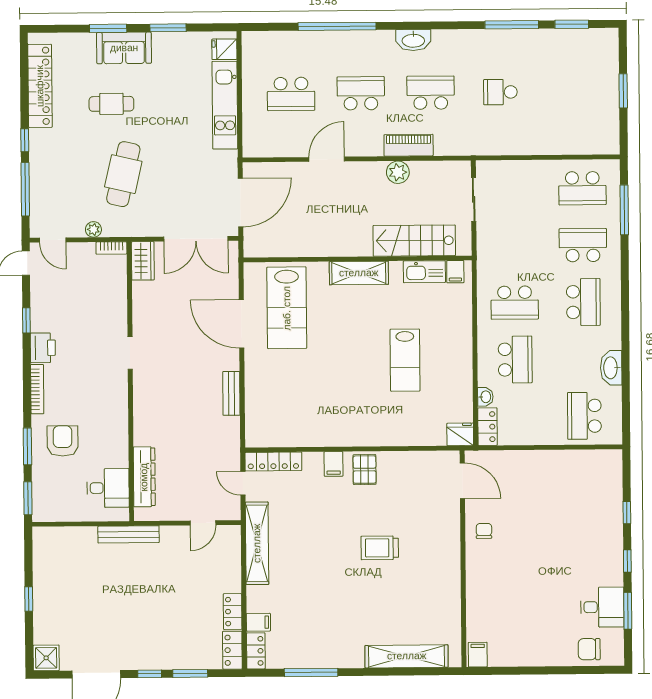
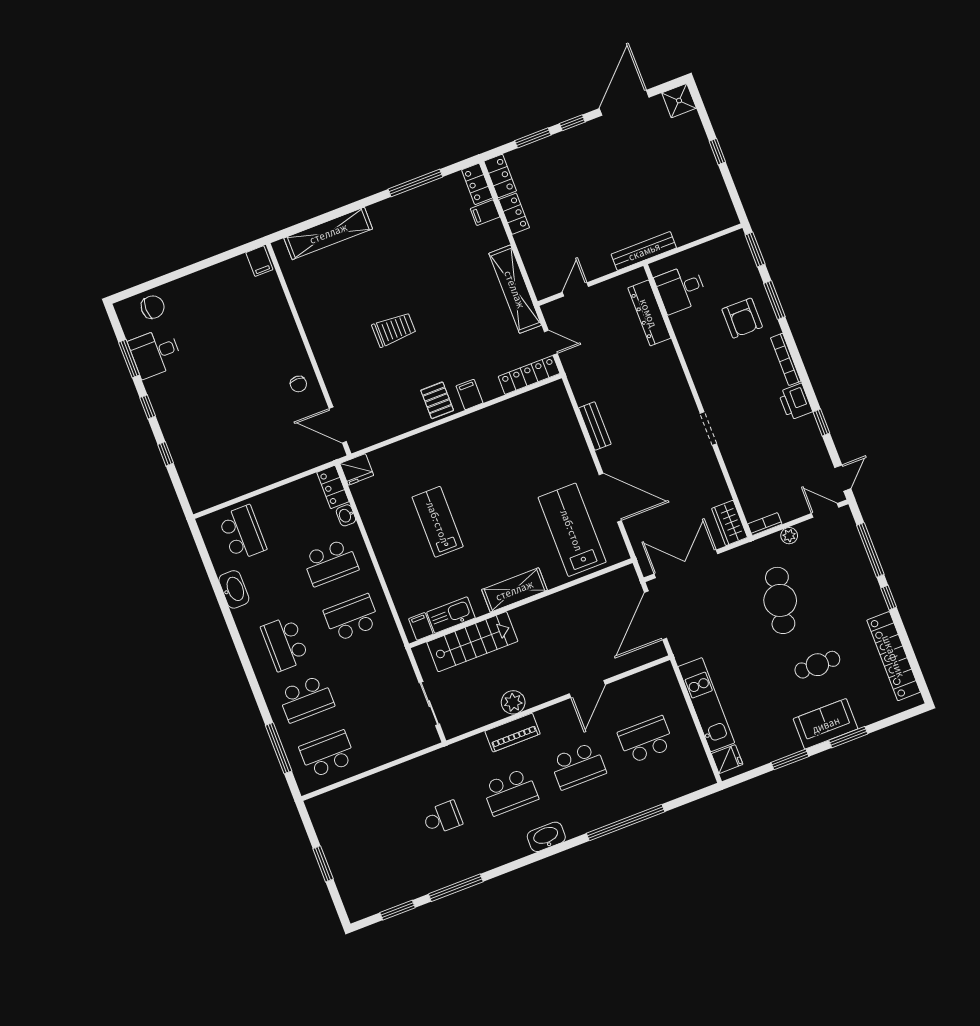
school desk: (515, 360) -> (330, 563), turned -90

